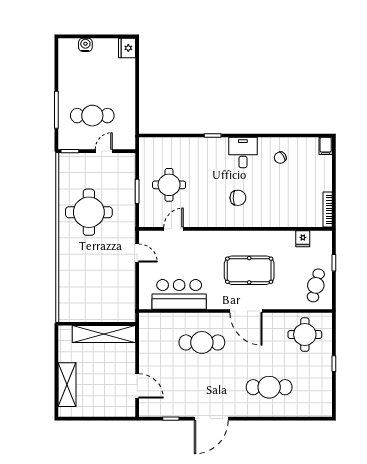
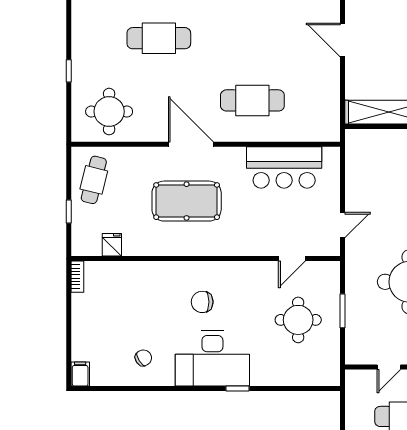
desk: (243, 152) -> (212, 359), width x1.87, depth x1.30
bookcase: (328, 210) -> (77, 277), width x0.64
door: (137, 253) -> (343, 225), swing flipped

